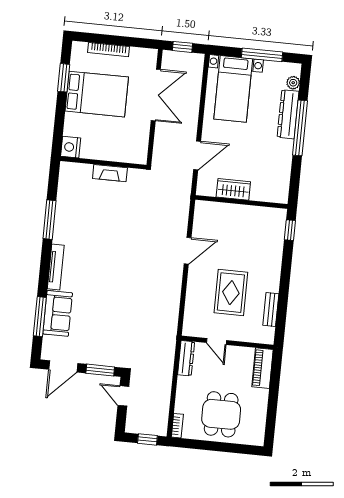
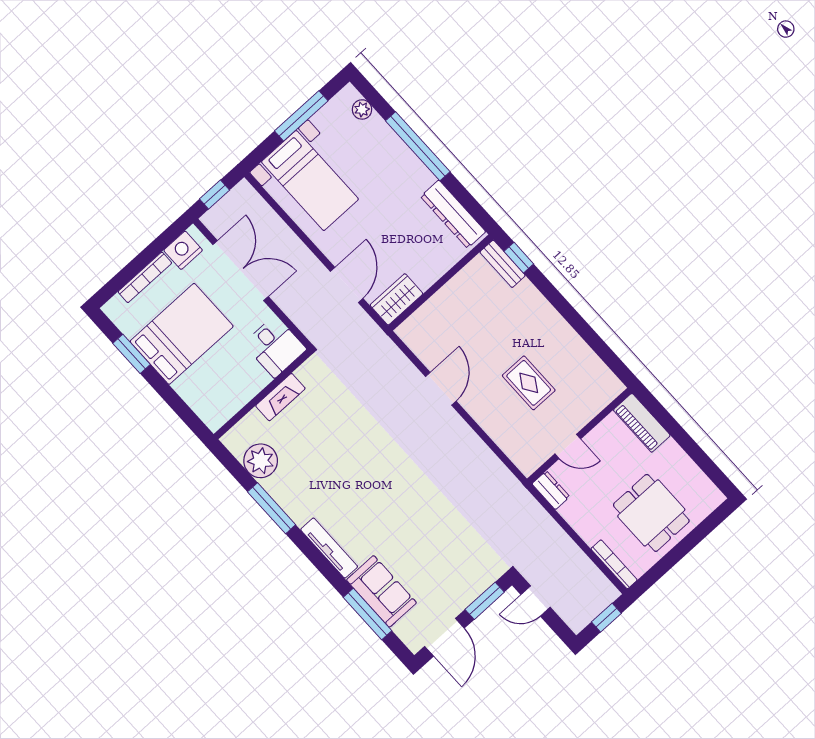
dresser: (288, 114) -> (453, 214), moved
nightstand: (71, 147) -> (183, 250), moved, turned 90
desk: (133, 147) -> (275, 346), added
wardrobe: (233, 189) -> (396, 299), moved
plant: (69, 192) -> (261, 461), added
rug: (231, 293) -> (529, 383), width x0.73, depth x0.70
bench: (271, 310) -> (503, 264), moved
dresser: (186, 358) -> (551, 490), width x0.70
bookcase: (177, 426) -> (614, 564), width x1.56

